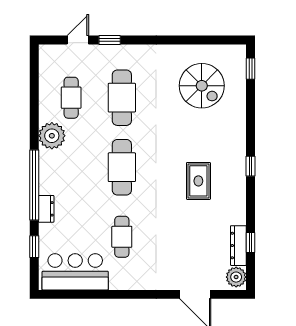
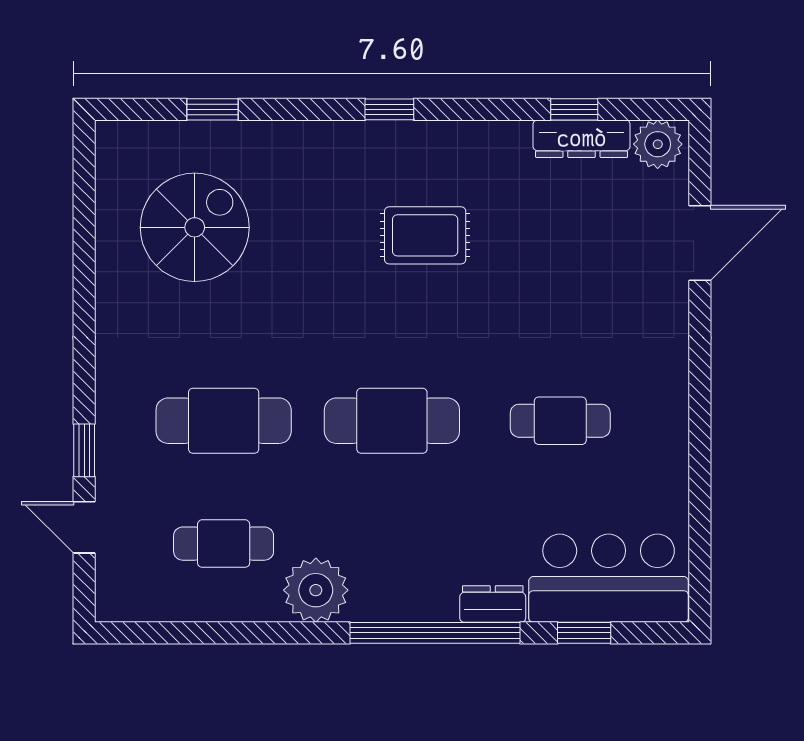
window: (251, 69) -> (213, 109), moved
bar counter: (75, 272) -> (609, 578), moved, turned 90

